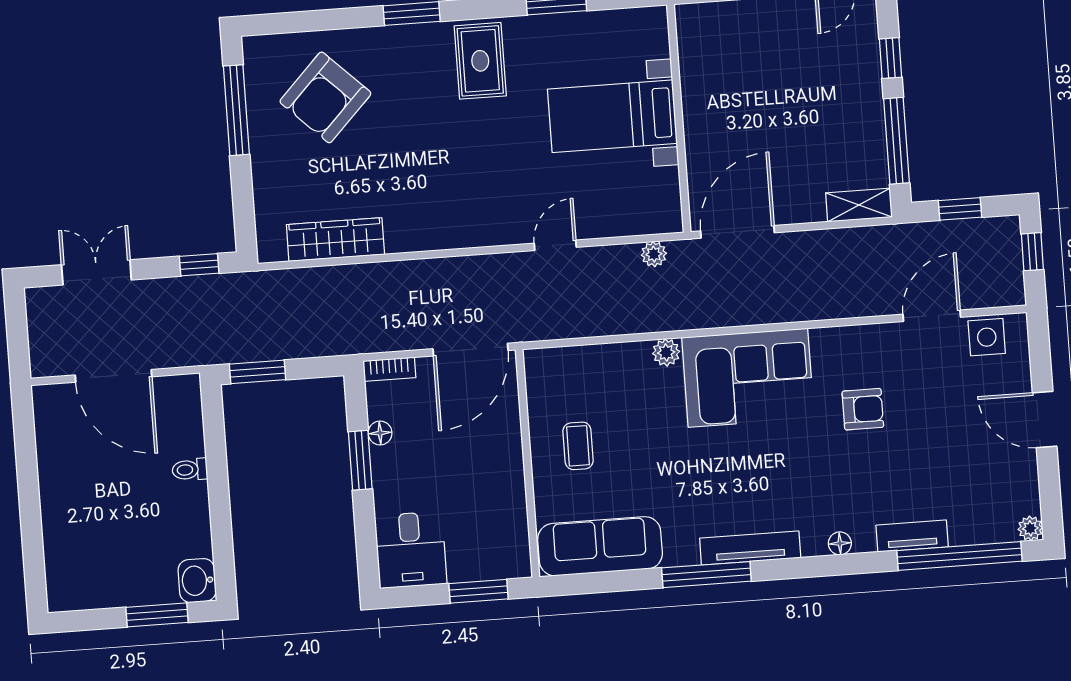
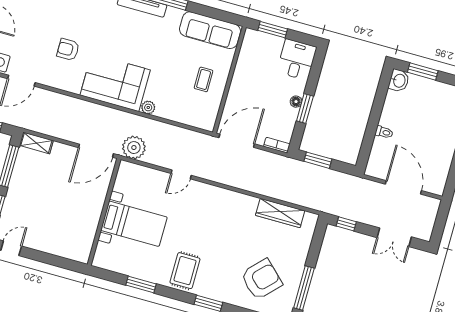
plant: (654, 254) -> (134, 148), width x1.87, depth x1.87
window: (258, 372) -> (318, 160), moved
floor lamp: (380, 433) -> (296, 102), moved

